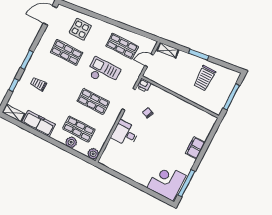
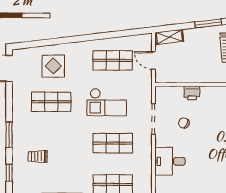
door: (149, 60) -> (153, 60), hinge flipped
checkout: (103, 72) -> (107, 102), turned 180
printer: (144, 85) -> (192, 93), moved

